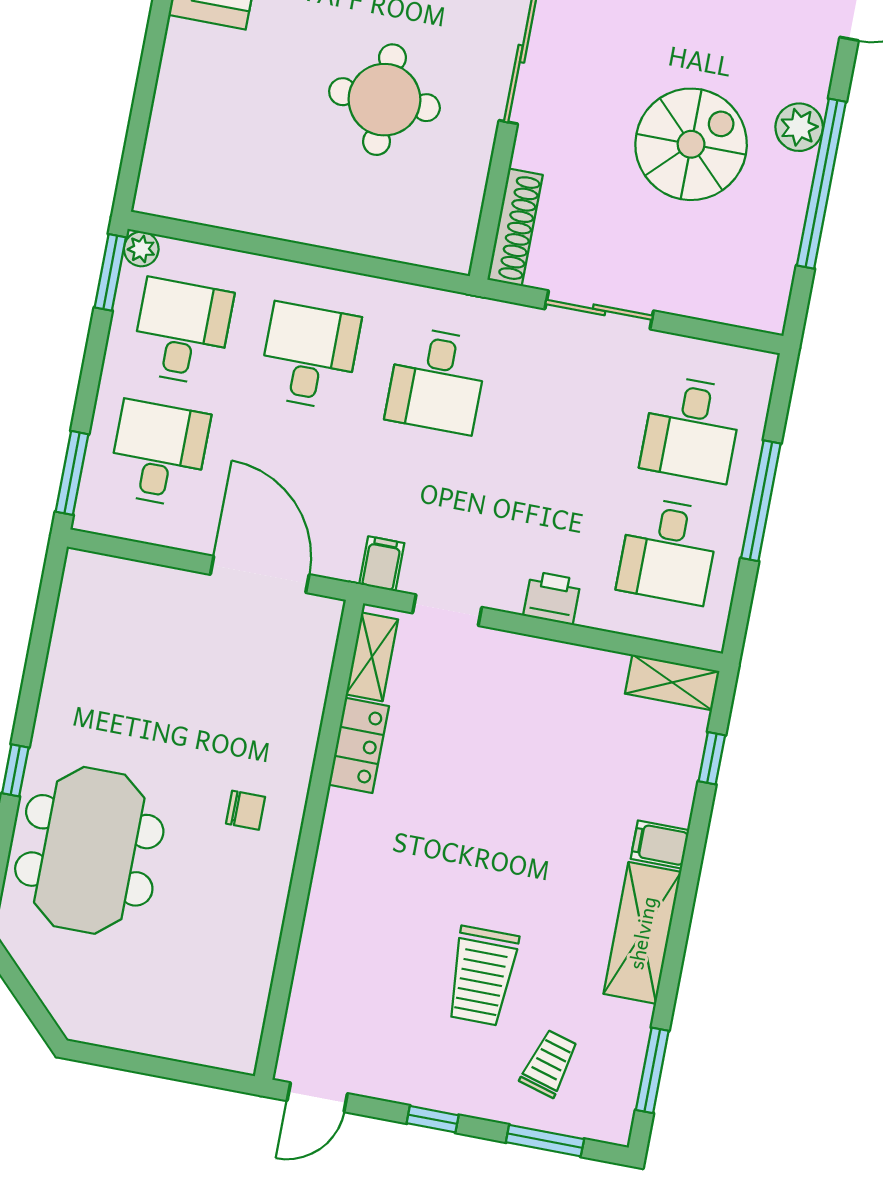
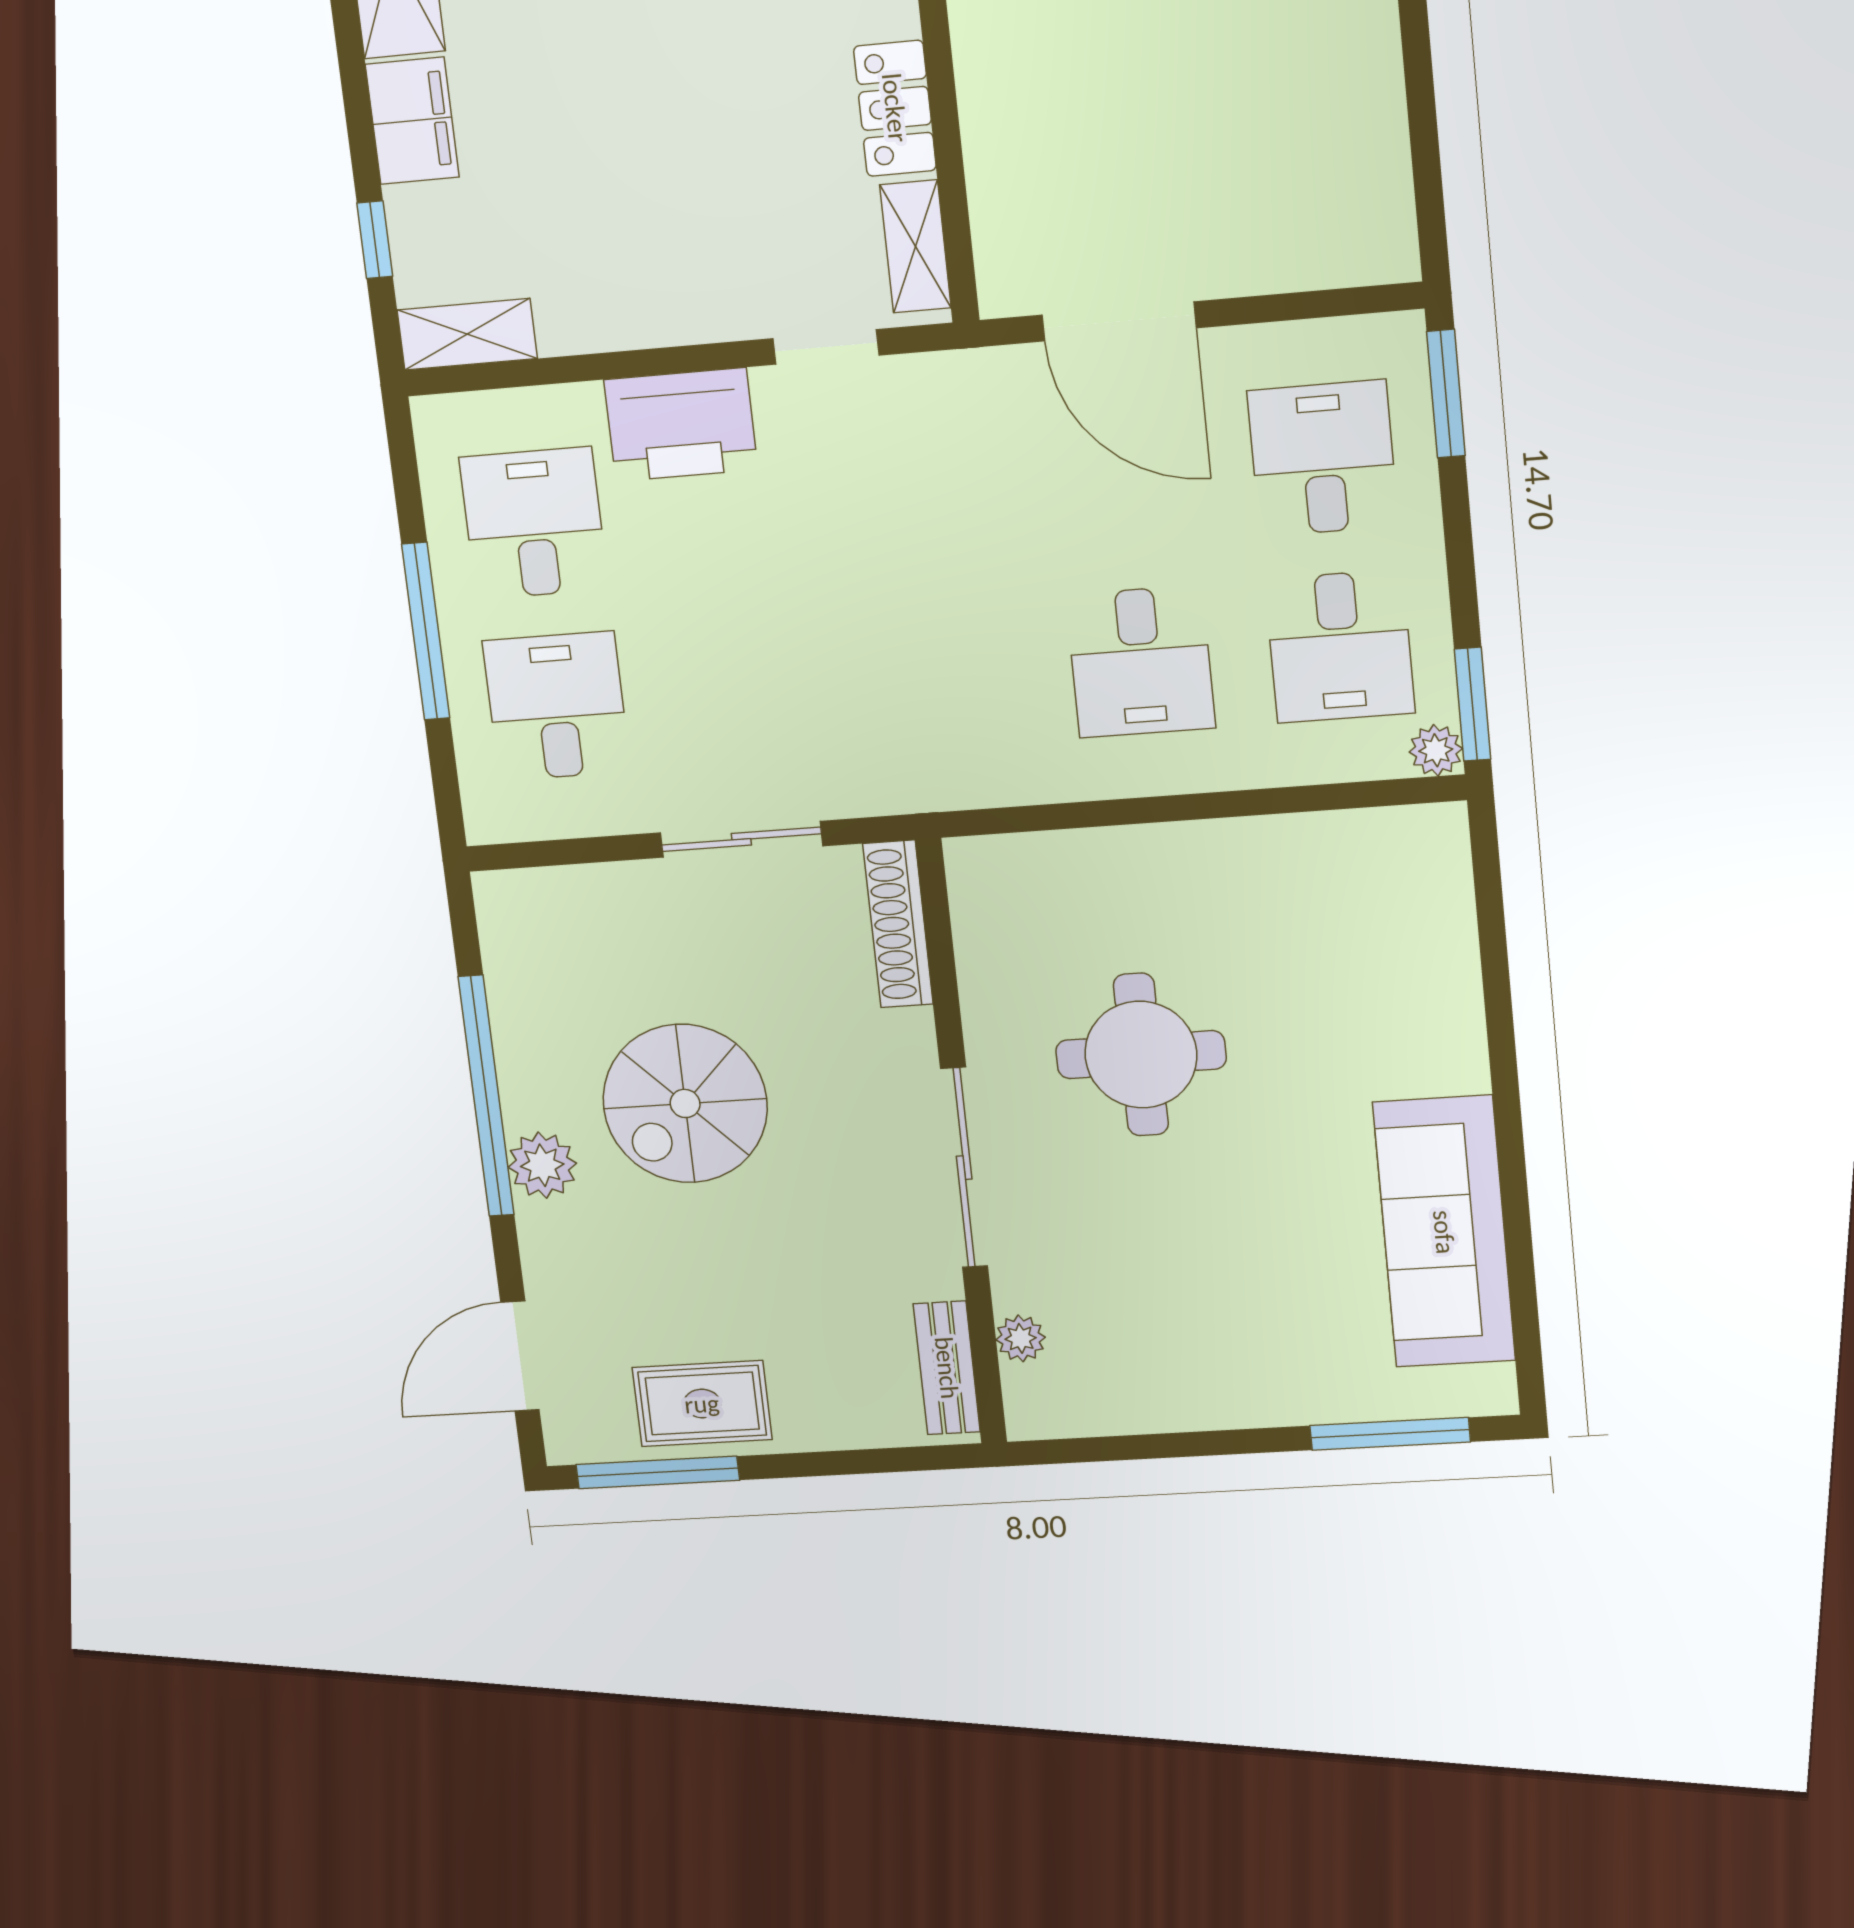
desk: (437, 380) -> (944, 677), removed
desk: (159, 454) -> (1323, 458), turned 180
filing cabinet: (382, 564) -> (943, 388), removed
printer: (552, 598) -> (681, 425), width x1.87, depth x1.48
filing cabinet: (660, 844) -> (412, 121), width x2.00

